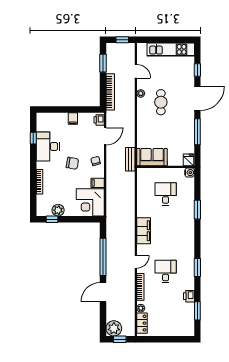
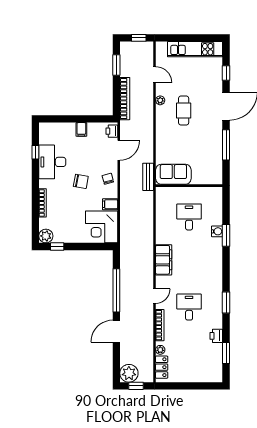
fridge: (188, 160) -> (216, 178), removed
water cooler: (190, 173) -> (217, 231), moved
plant: (58, 210) -> (46, 236), moved

